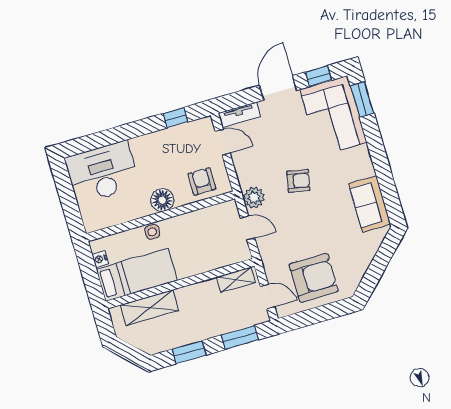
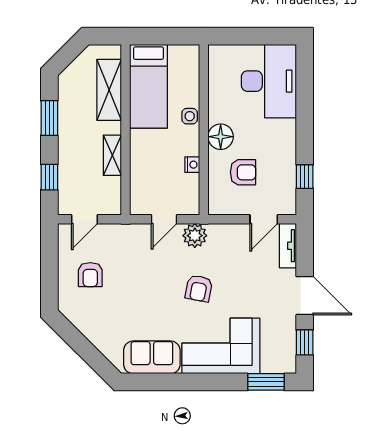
corner sofa: (333, 116) -> (221, 346), moved
armchair: (202, 181) -> (243, 172), moved
nightstand: (100, 259) -> (192, 165), moved, turned 90
armchair: (314, 278) -> (90, 275), width x0.53, depth x0.53
shelving: (236, 280) -> (112, 155), moved
window: (240, 337) -> (49, 177), width x0.67

